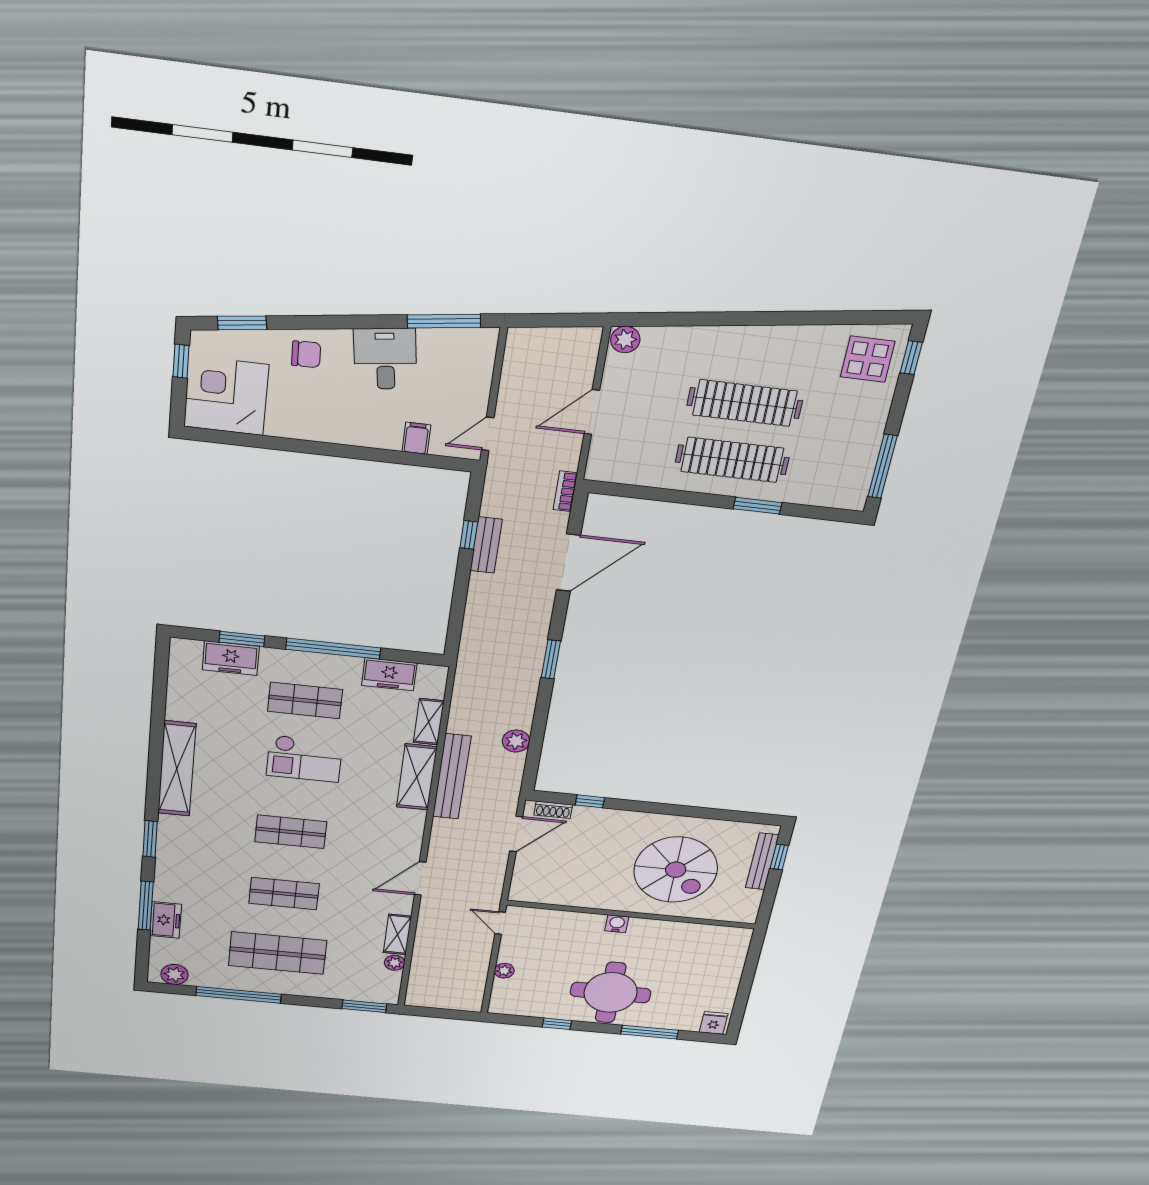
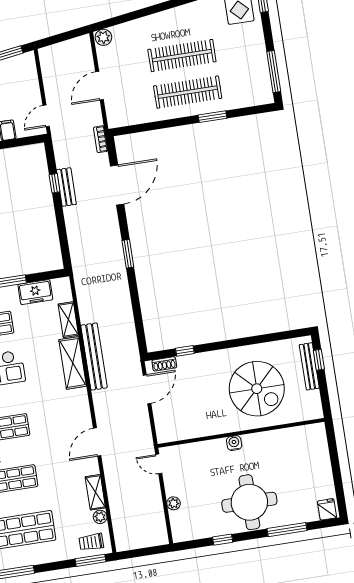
plant: (516, 741) -> (125, 319), removed
trolley: (372, 987) -> (91, 542), added

